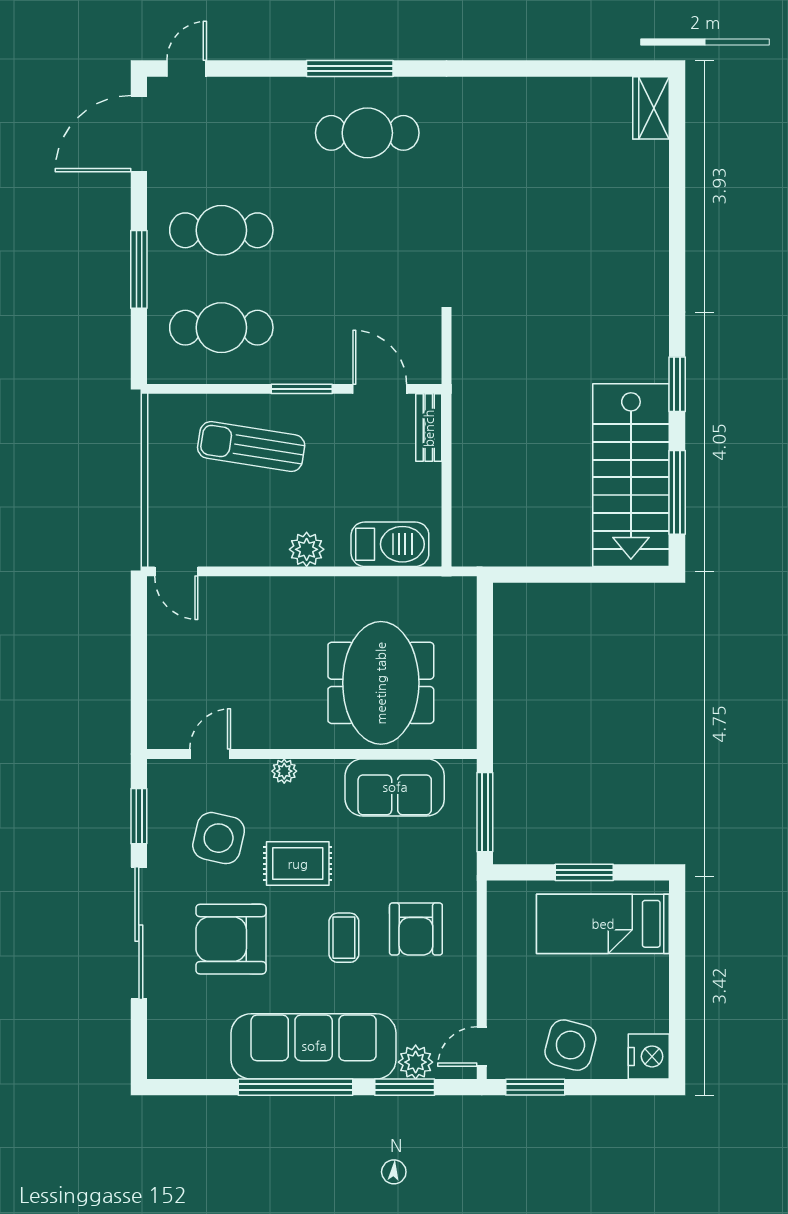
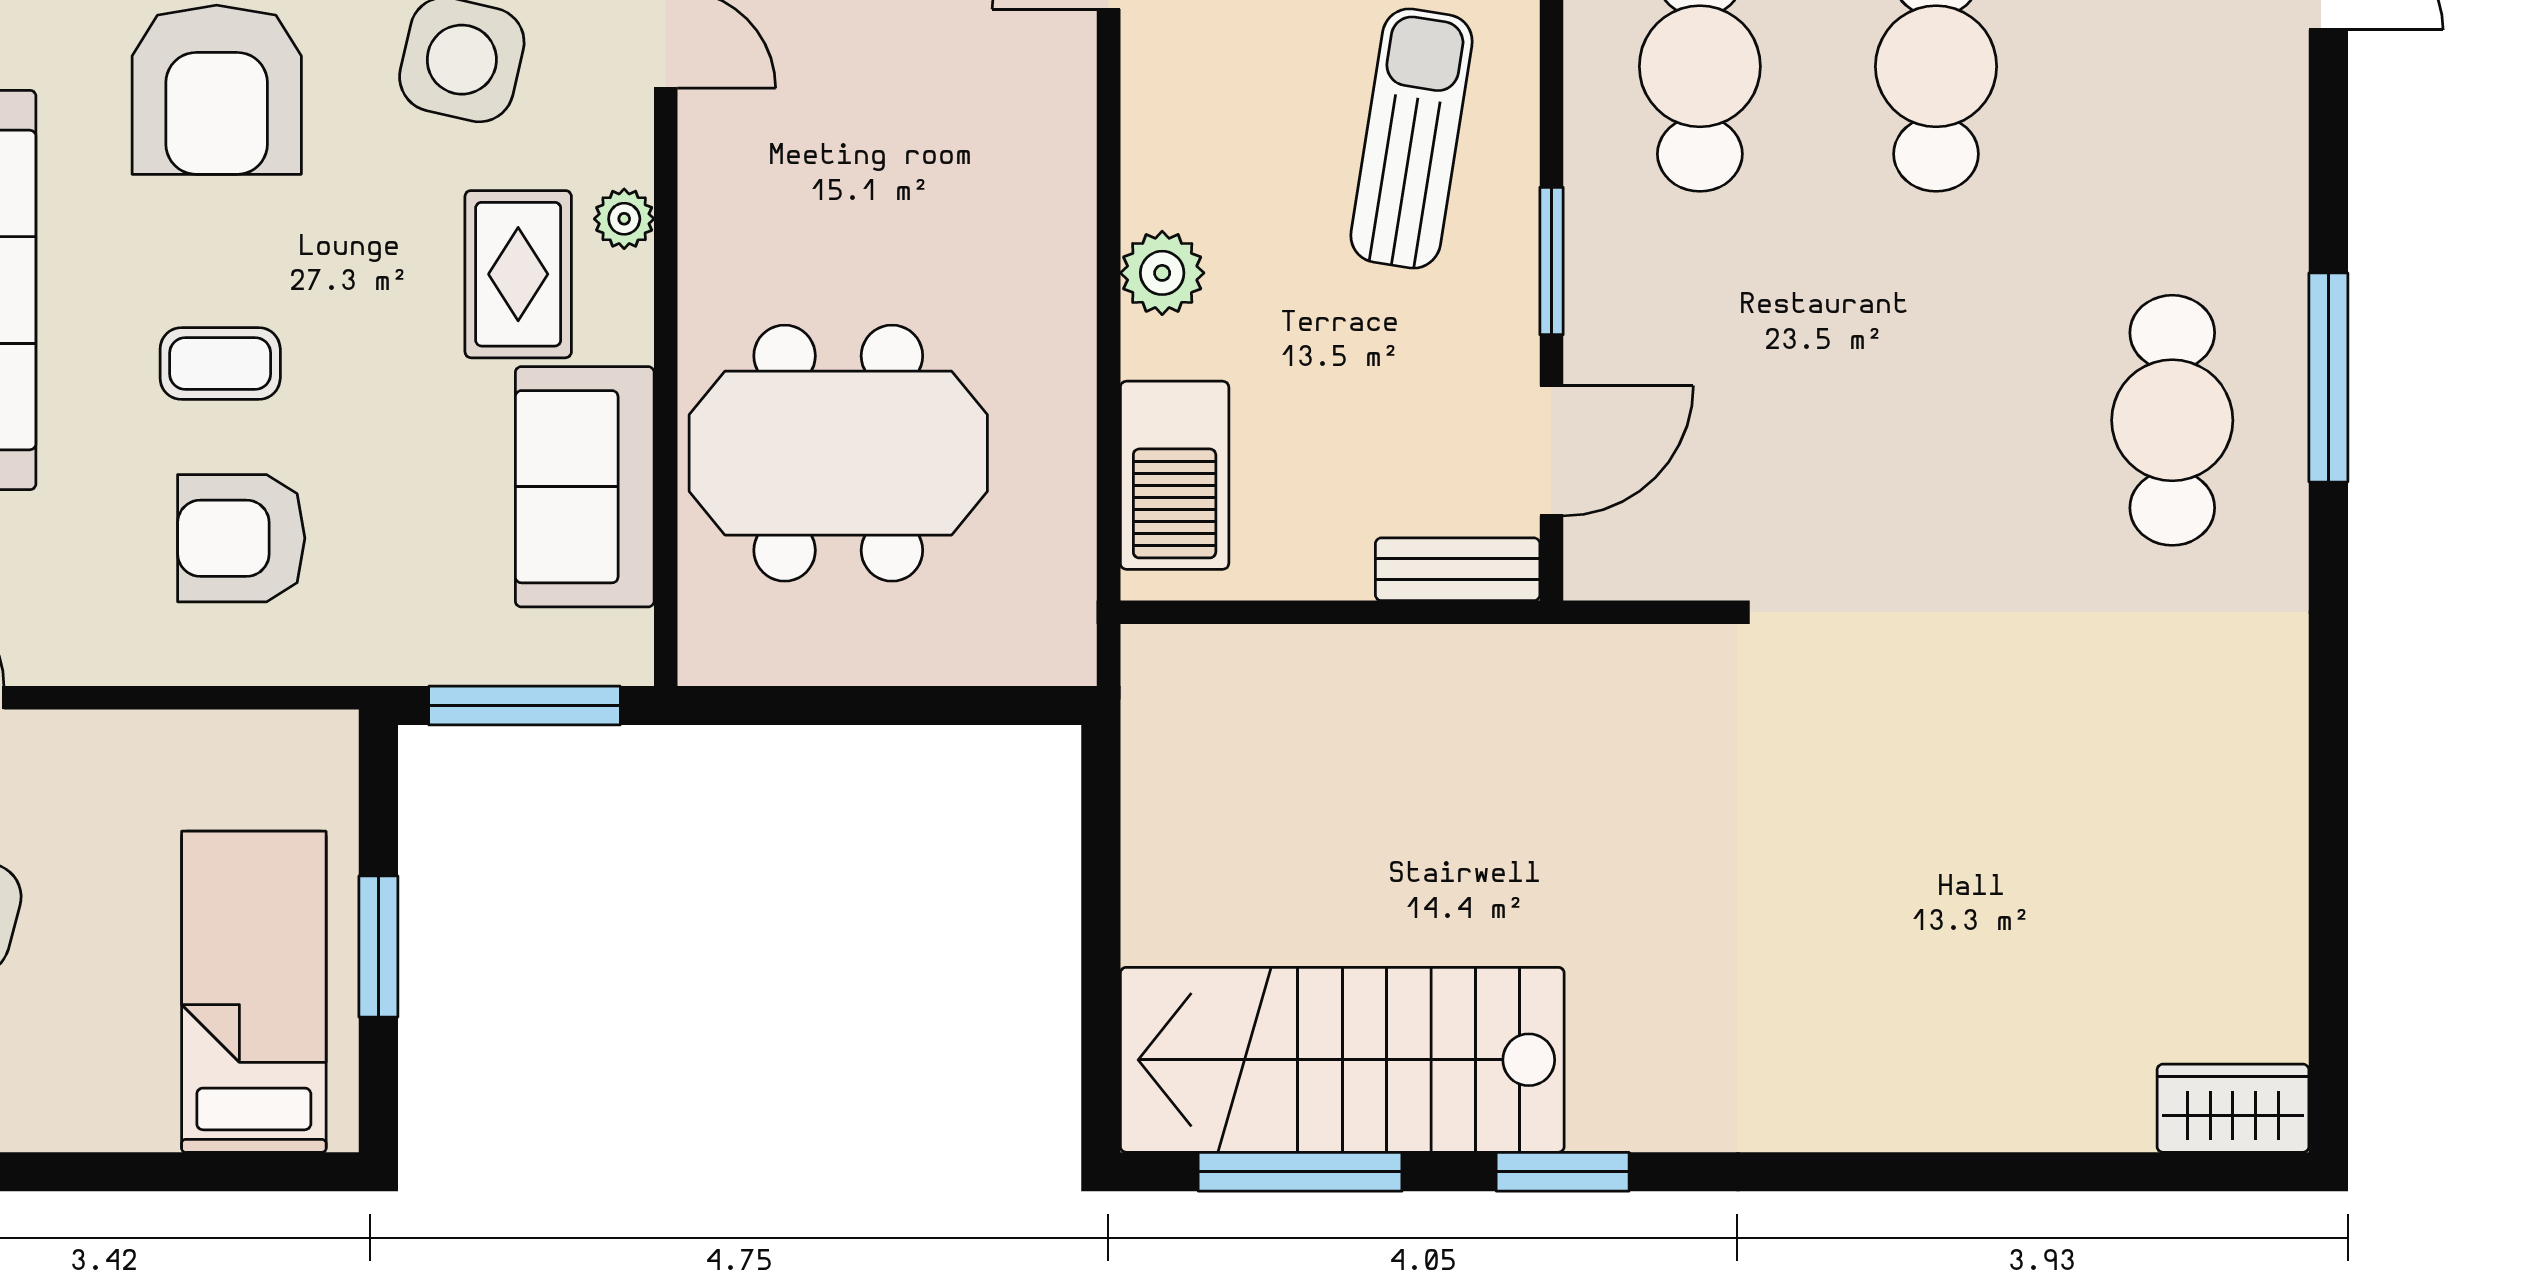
rug: (298, 864) -> (518, 274), moved
armchair: (231, 939) -> (217, 90), turned 180

